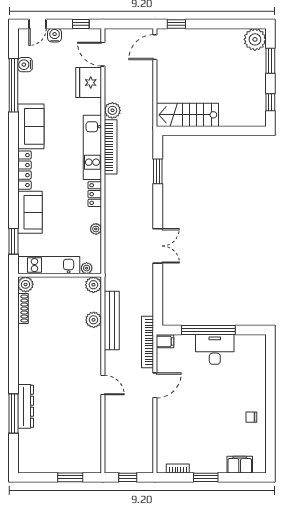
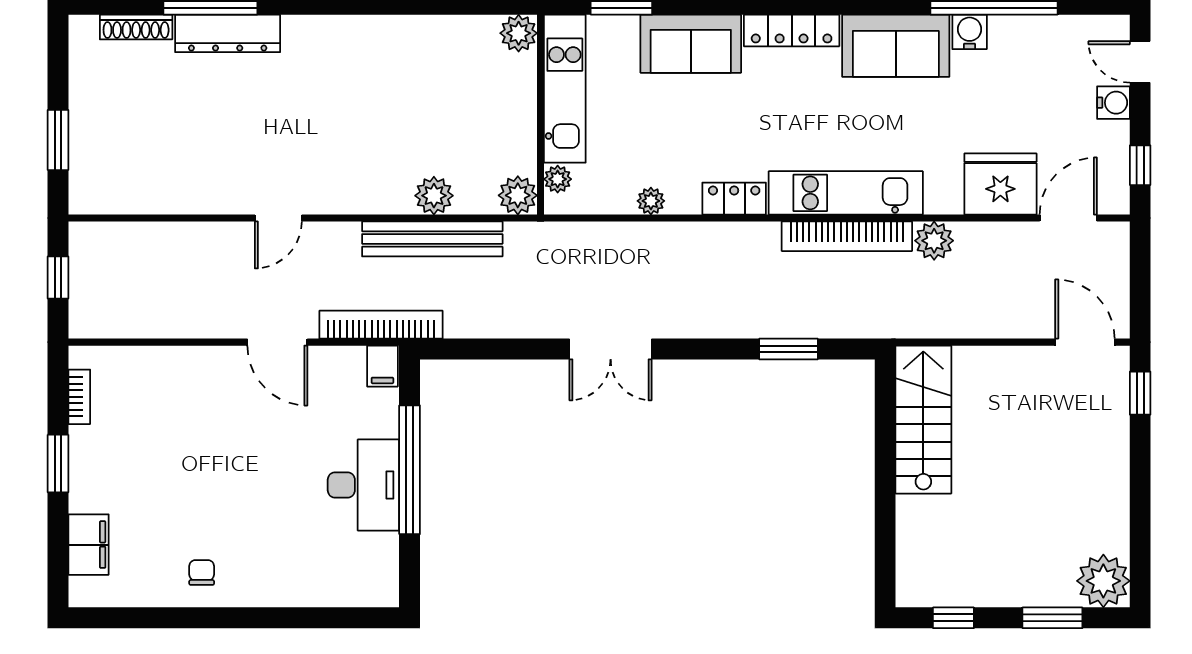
water cooler: (25, 65) -> (970, 32), moved
shoe rack: (23, 309) -> (136, 27), moved

